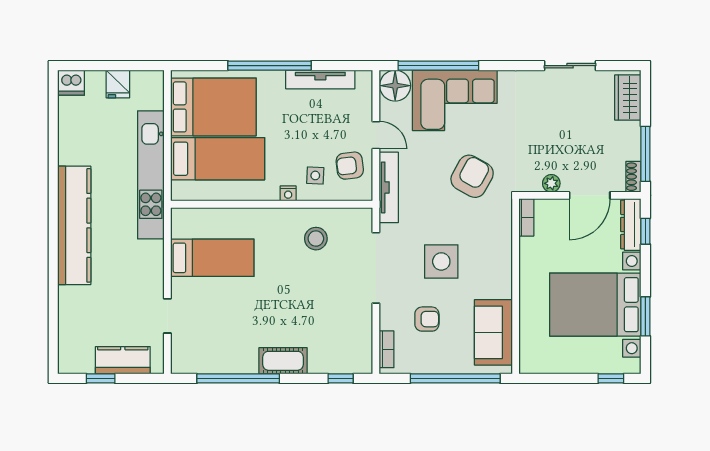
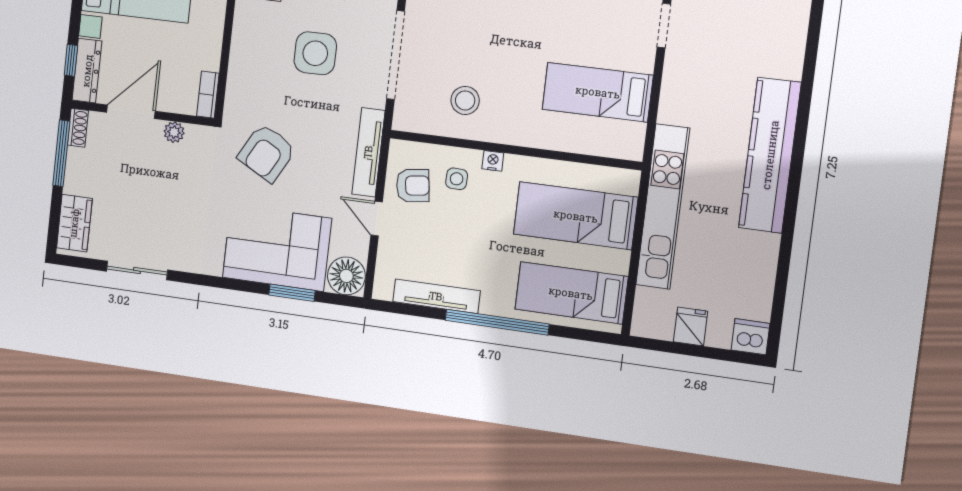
window: (438, 66) -> (292, 293), width x0.47
bed: (213, 107) -> (571, 293), width x0.67

